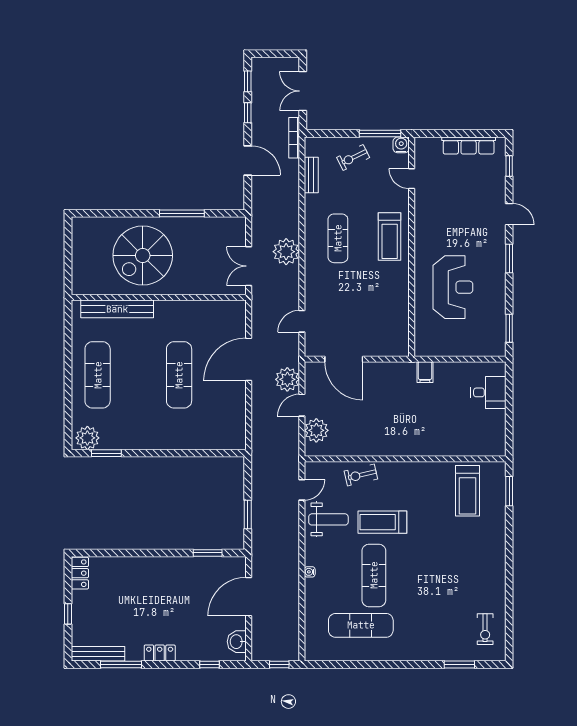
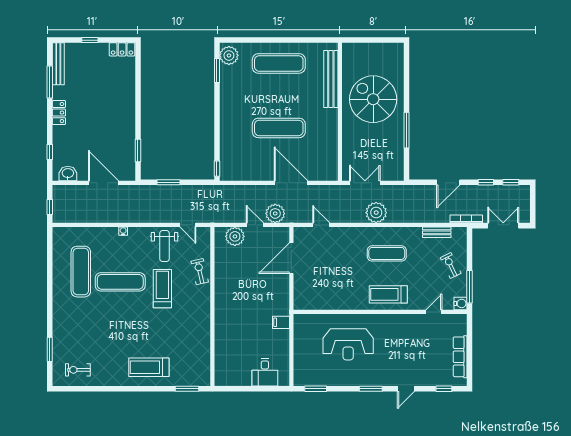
window: (231, 453) -> (217, 169), added
treadmill: (468, 491) -> (149, 367), moved

